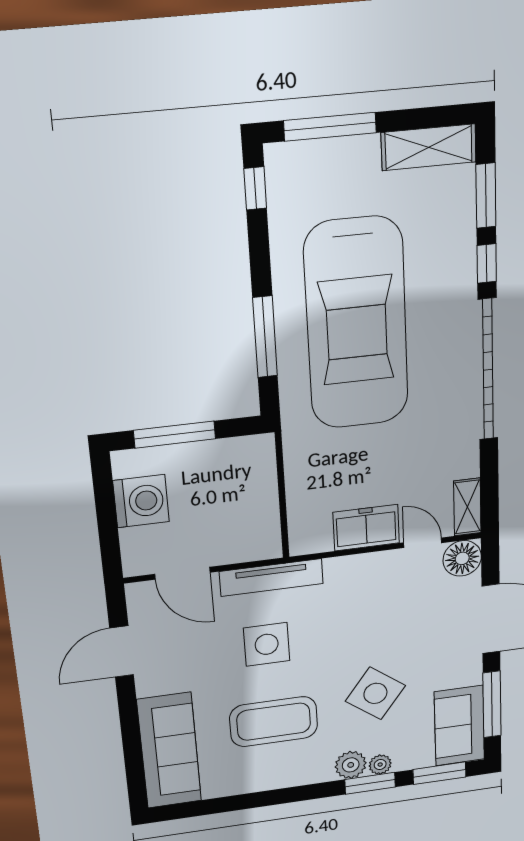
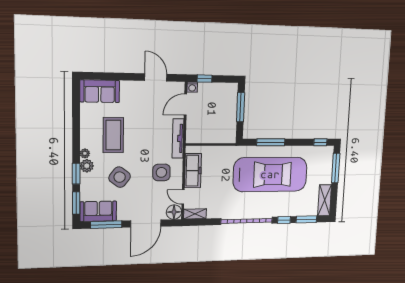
car: (357, 324) -> (270, 174), turned 180
washing machine: (141, 501) -> (192, 87), moved, width x0.53, depth x0.53
freezer: (366, 528) -> (193, 171), width x1.40
window: (109, 538) -> (205, 79), added
door: (423, 543) -> (183, 197), swing flipped
side table: (267, 644) -> (161, 172), moved
sofa: (169, 751) -> (100, 91), width x0.73
plant: (380, 765) -> (85, 153), moved

